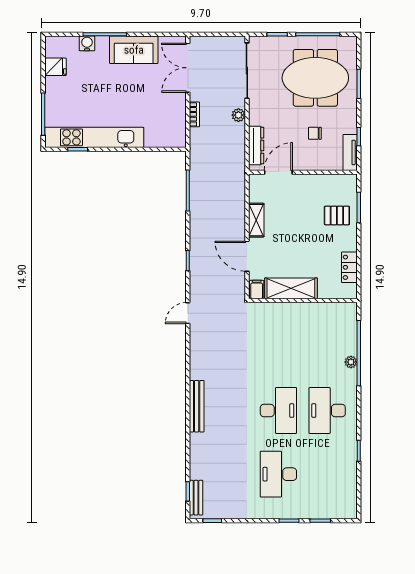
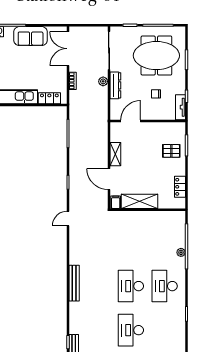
locker: (161, 139) -> (49, 98), added
dresser: (256, 146) -> (115, 85), moved
desk: (278, 411) -> (131, 286), turned 180

